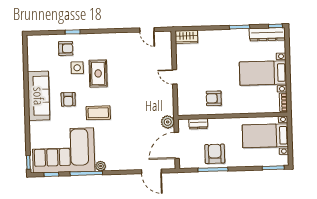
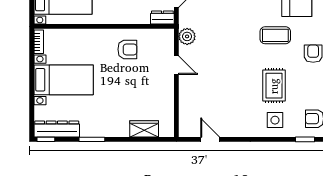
wardrobe: (186, 37) -> (144, 129), moved
side table: (77, 68) -> (275, 120), moved
door: (175, 77) -> (176, 65), moved
plant: (168, 122) -> (187, 36), moved
dresser: (198, 124) -> (162, 18), moved

